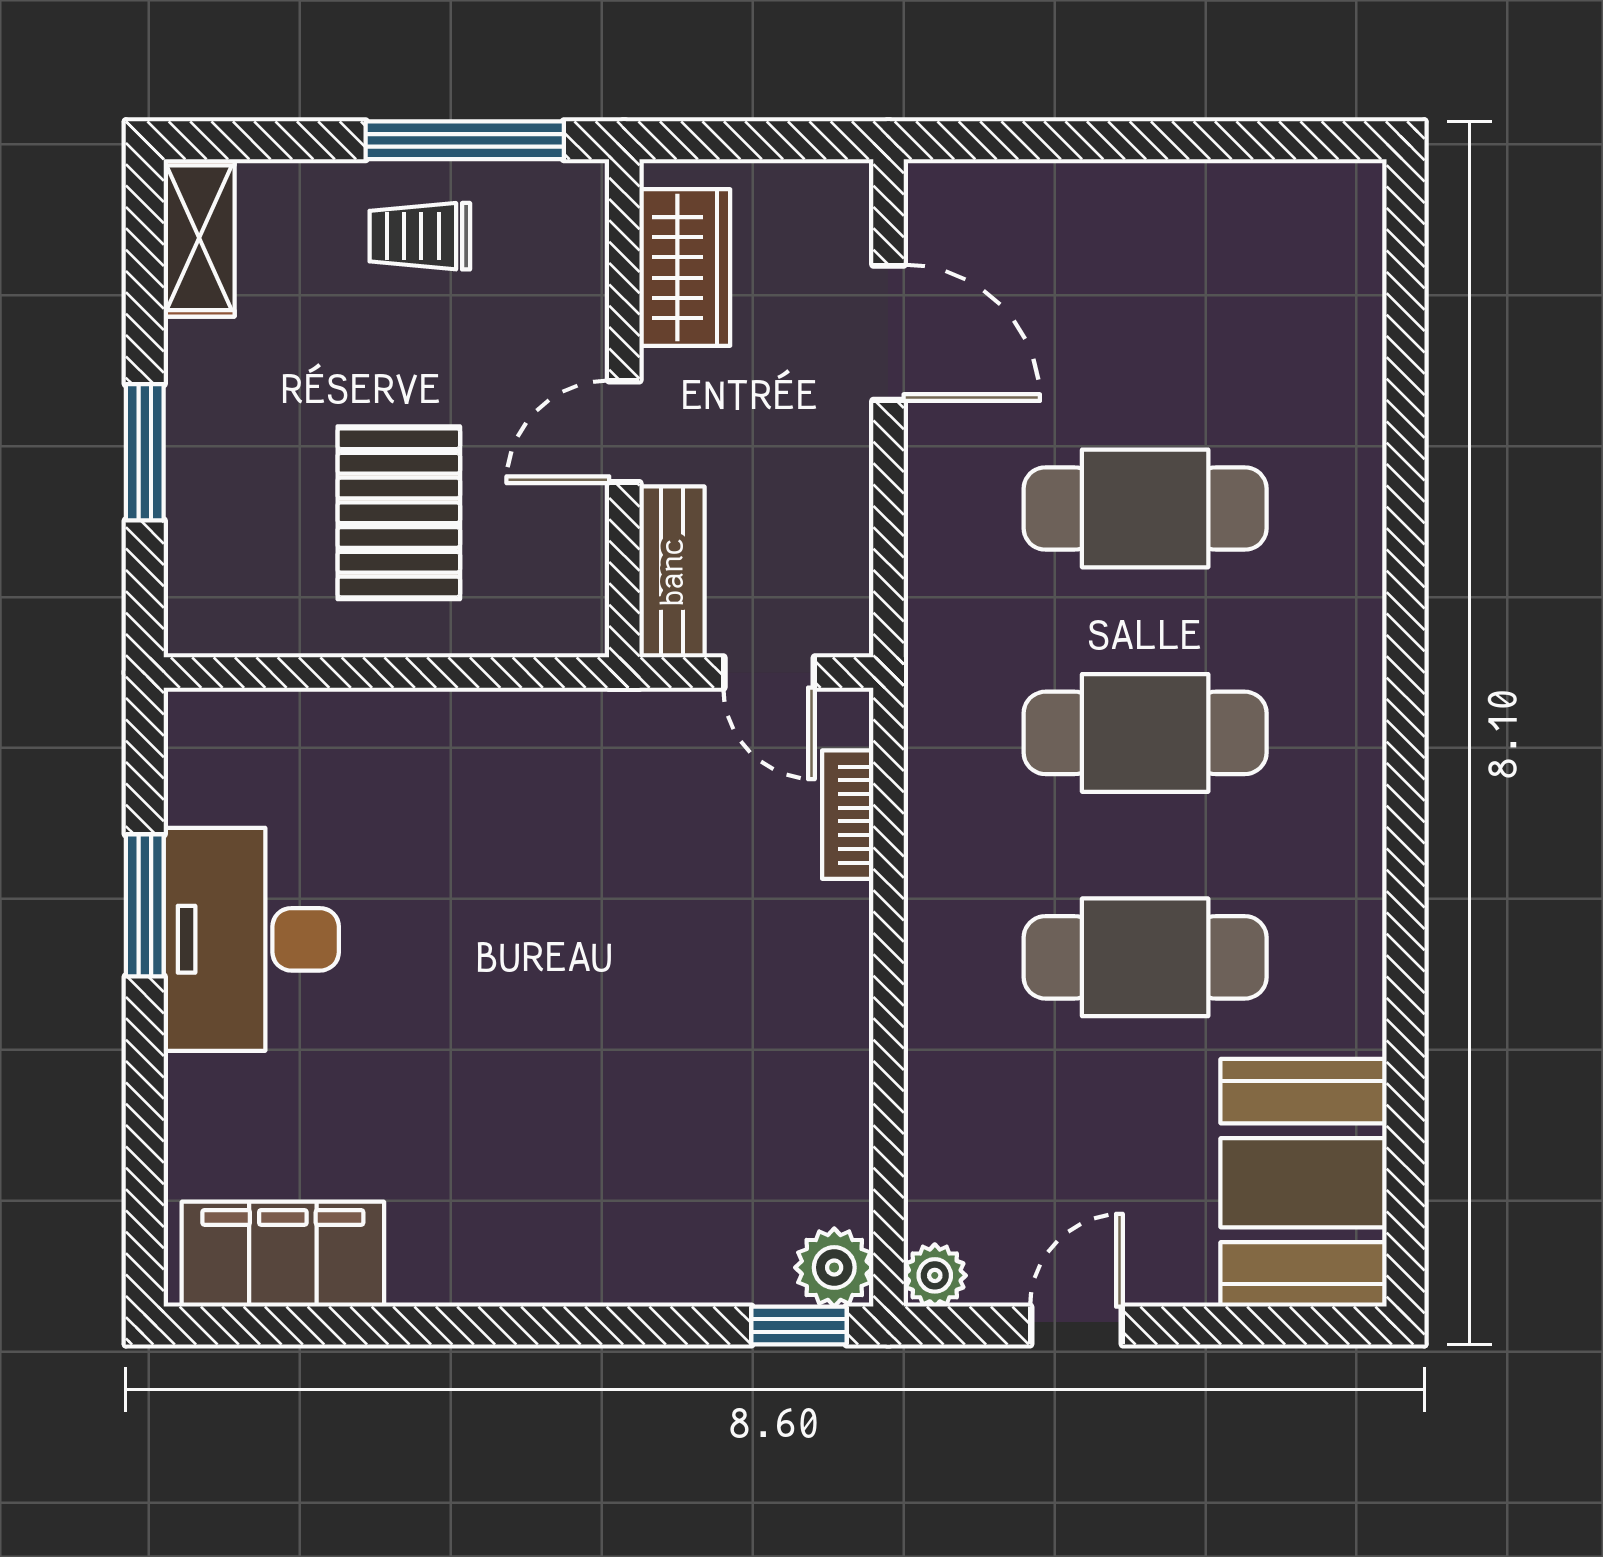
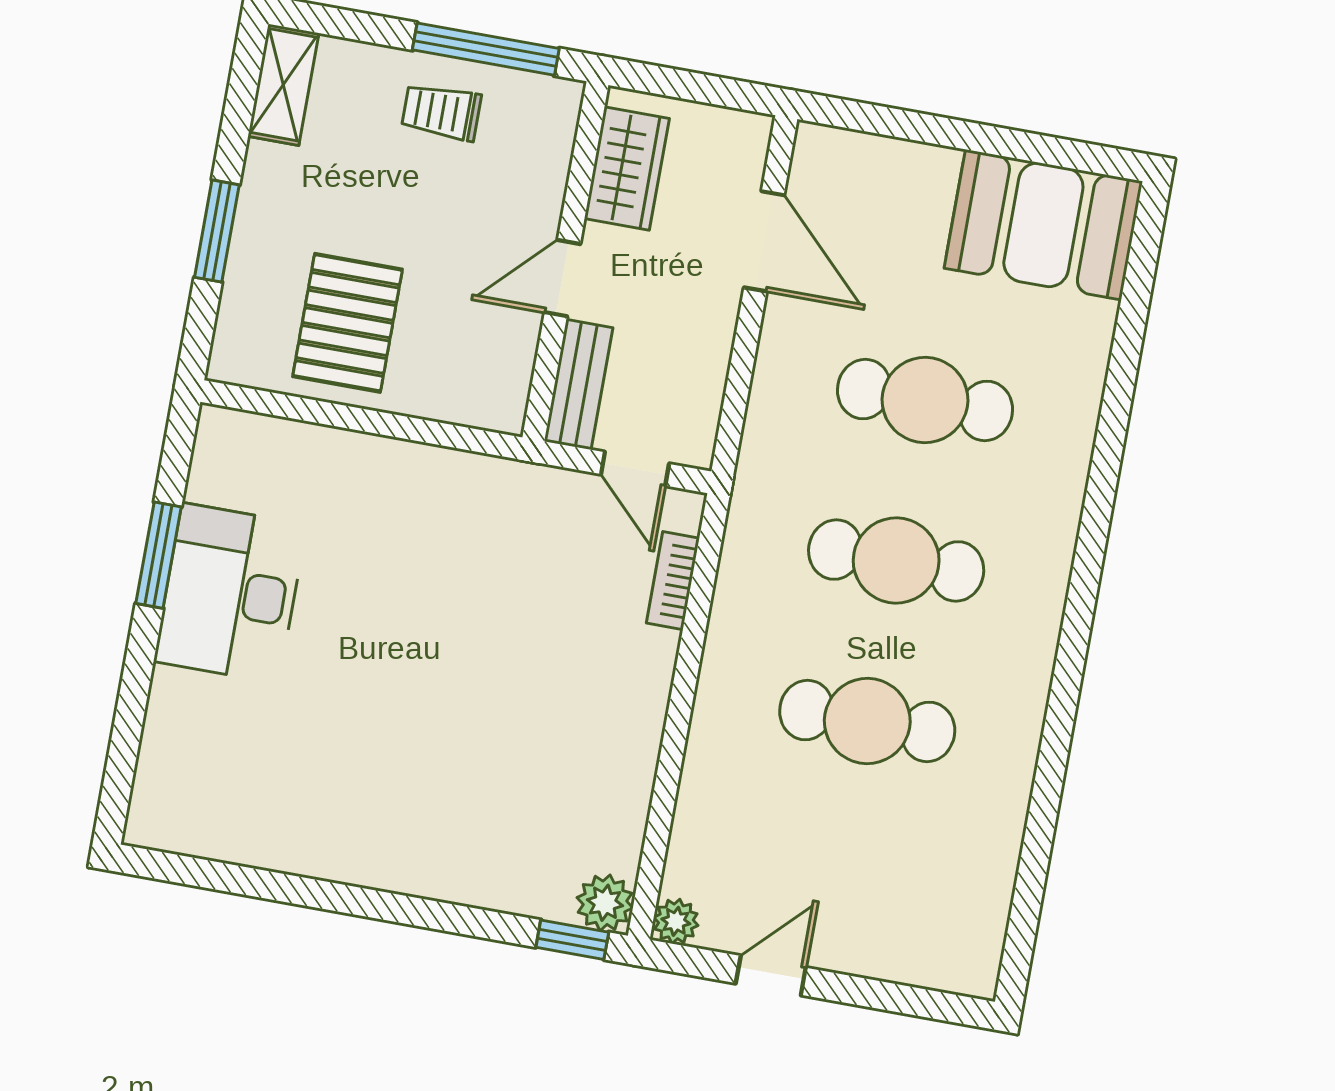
pallet: (399, 513) -> (348, 323), moved
booth: (1304, 1183) -> (1043, 225), moved, turned 90
filing cabinet: (283, 1254) -> (212, 822), removed

